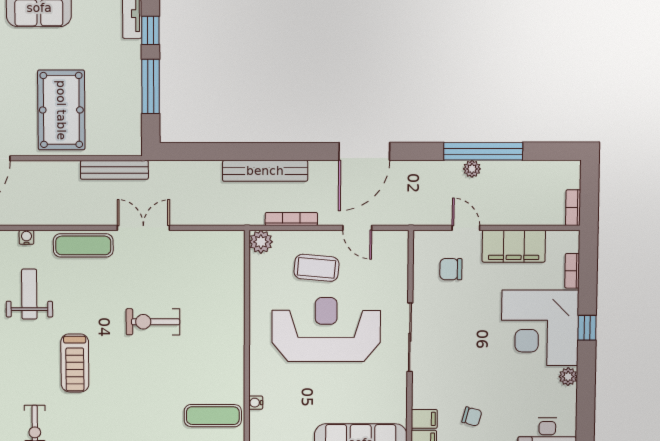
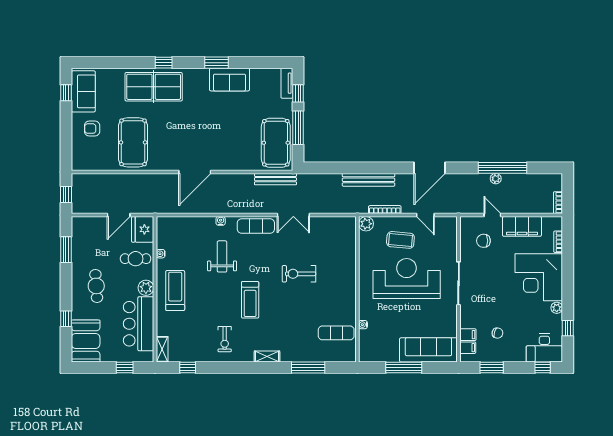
pool table: (61, 110) -> (276, 143), moved
double door: (143, 228) -> (293, 215), swing flipped
window: (587, 328) -> (568, 328), moved

